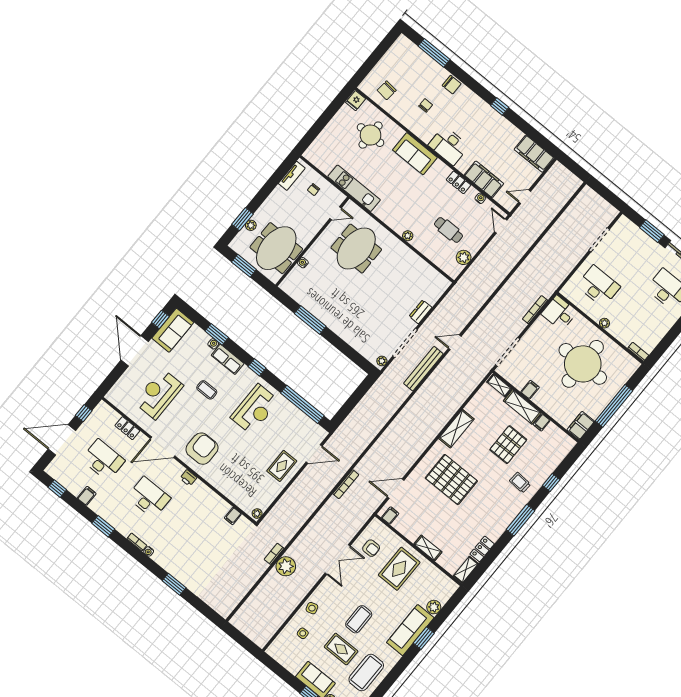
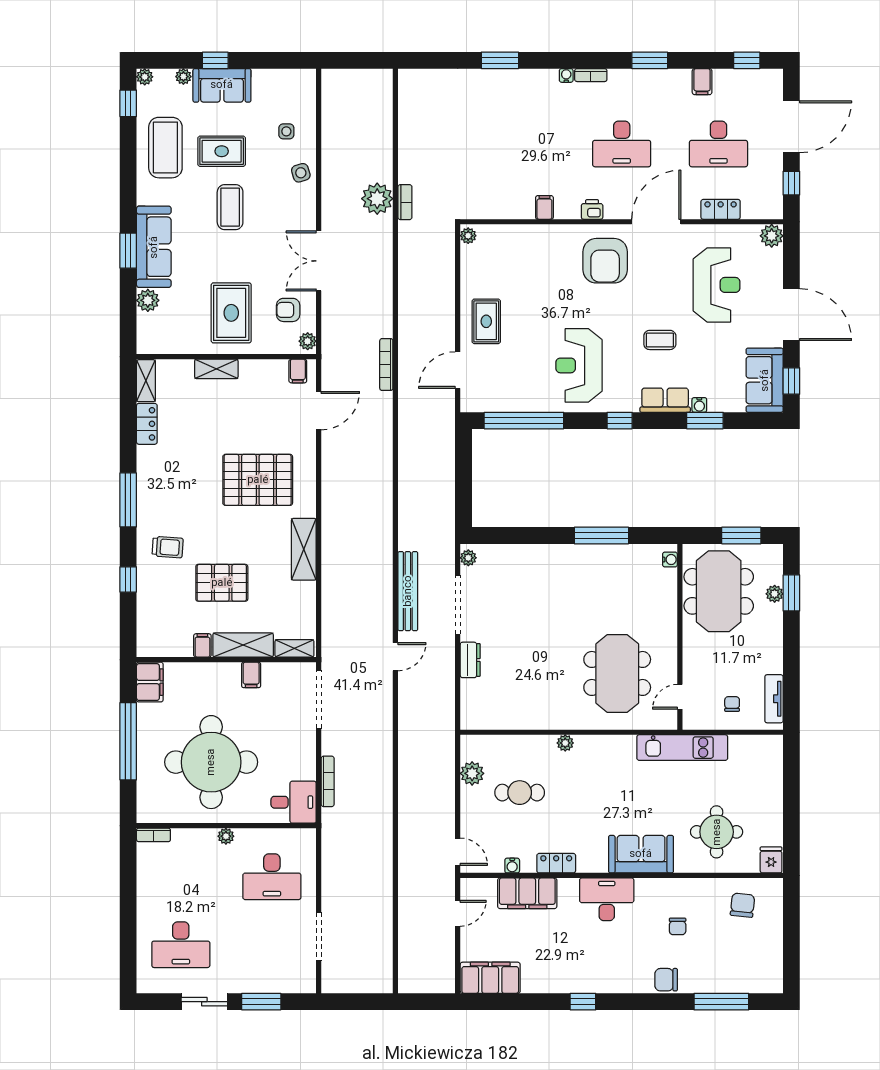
water cooler: (303, 263) -> (670, 560), moved
plant: (113, 396) -> (772, 236), added
pallet: (508, 445) -> (222, 583), turned 90
filing cabinet: (233, 516) -> (544, 207), moved
plant: (374, 526) -> (308, 341), added

